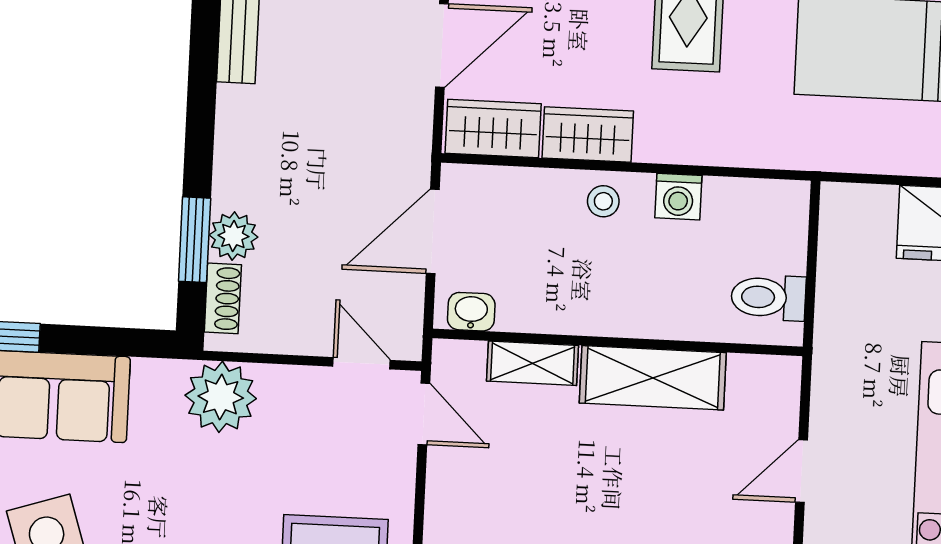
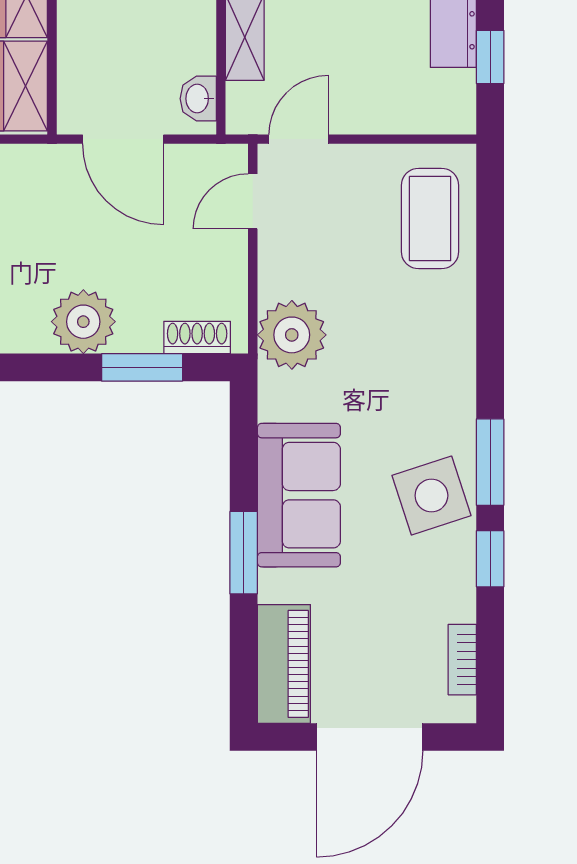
plant: (233, 236) -> (83, 322), moved, width x1.36, depth x1.36

